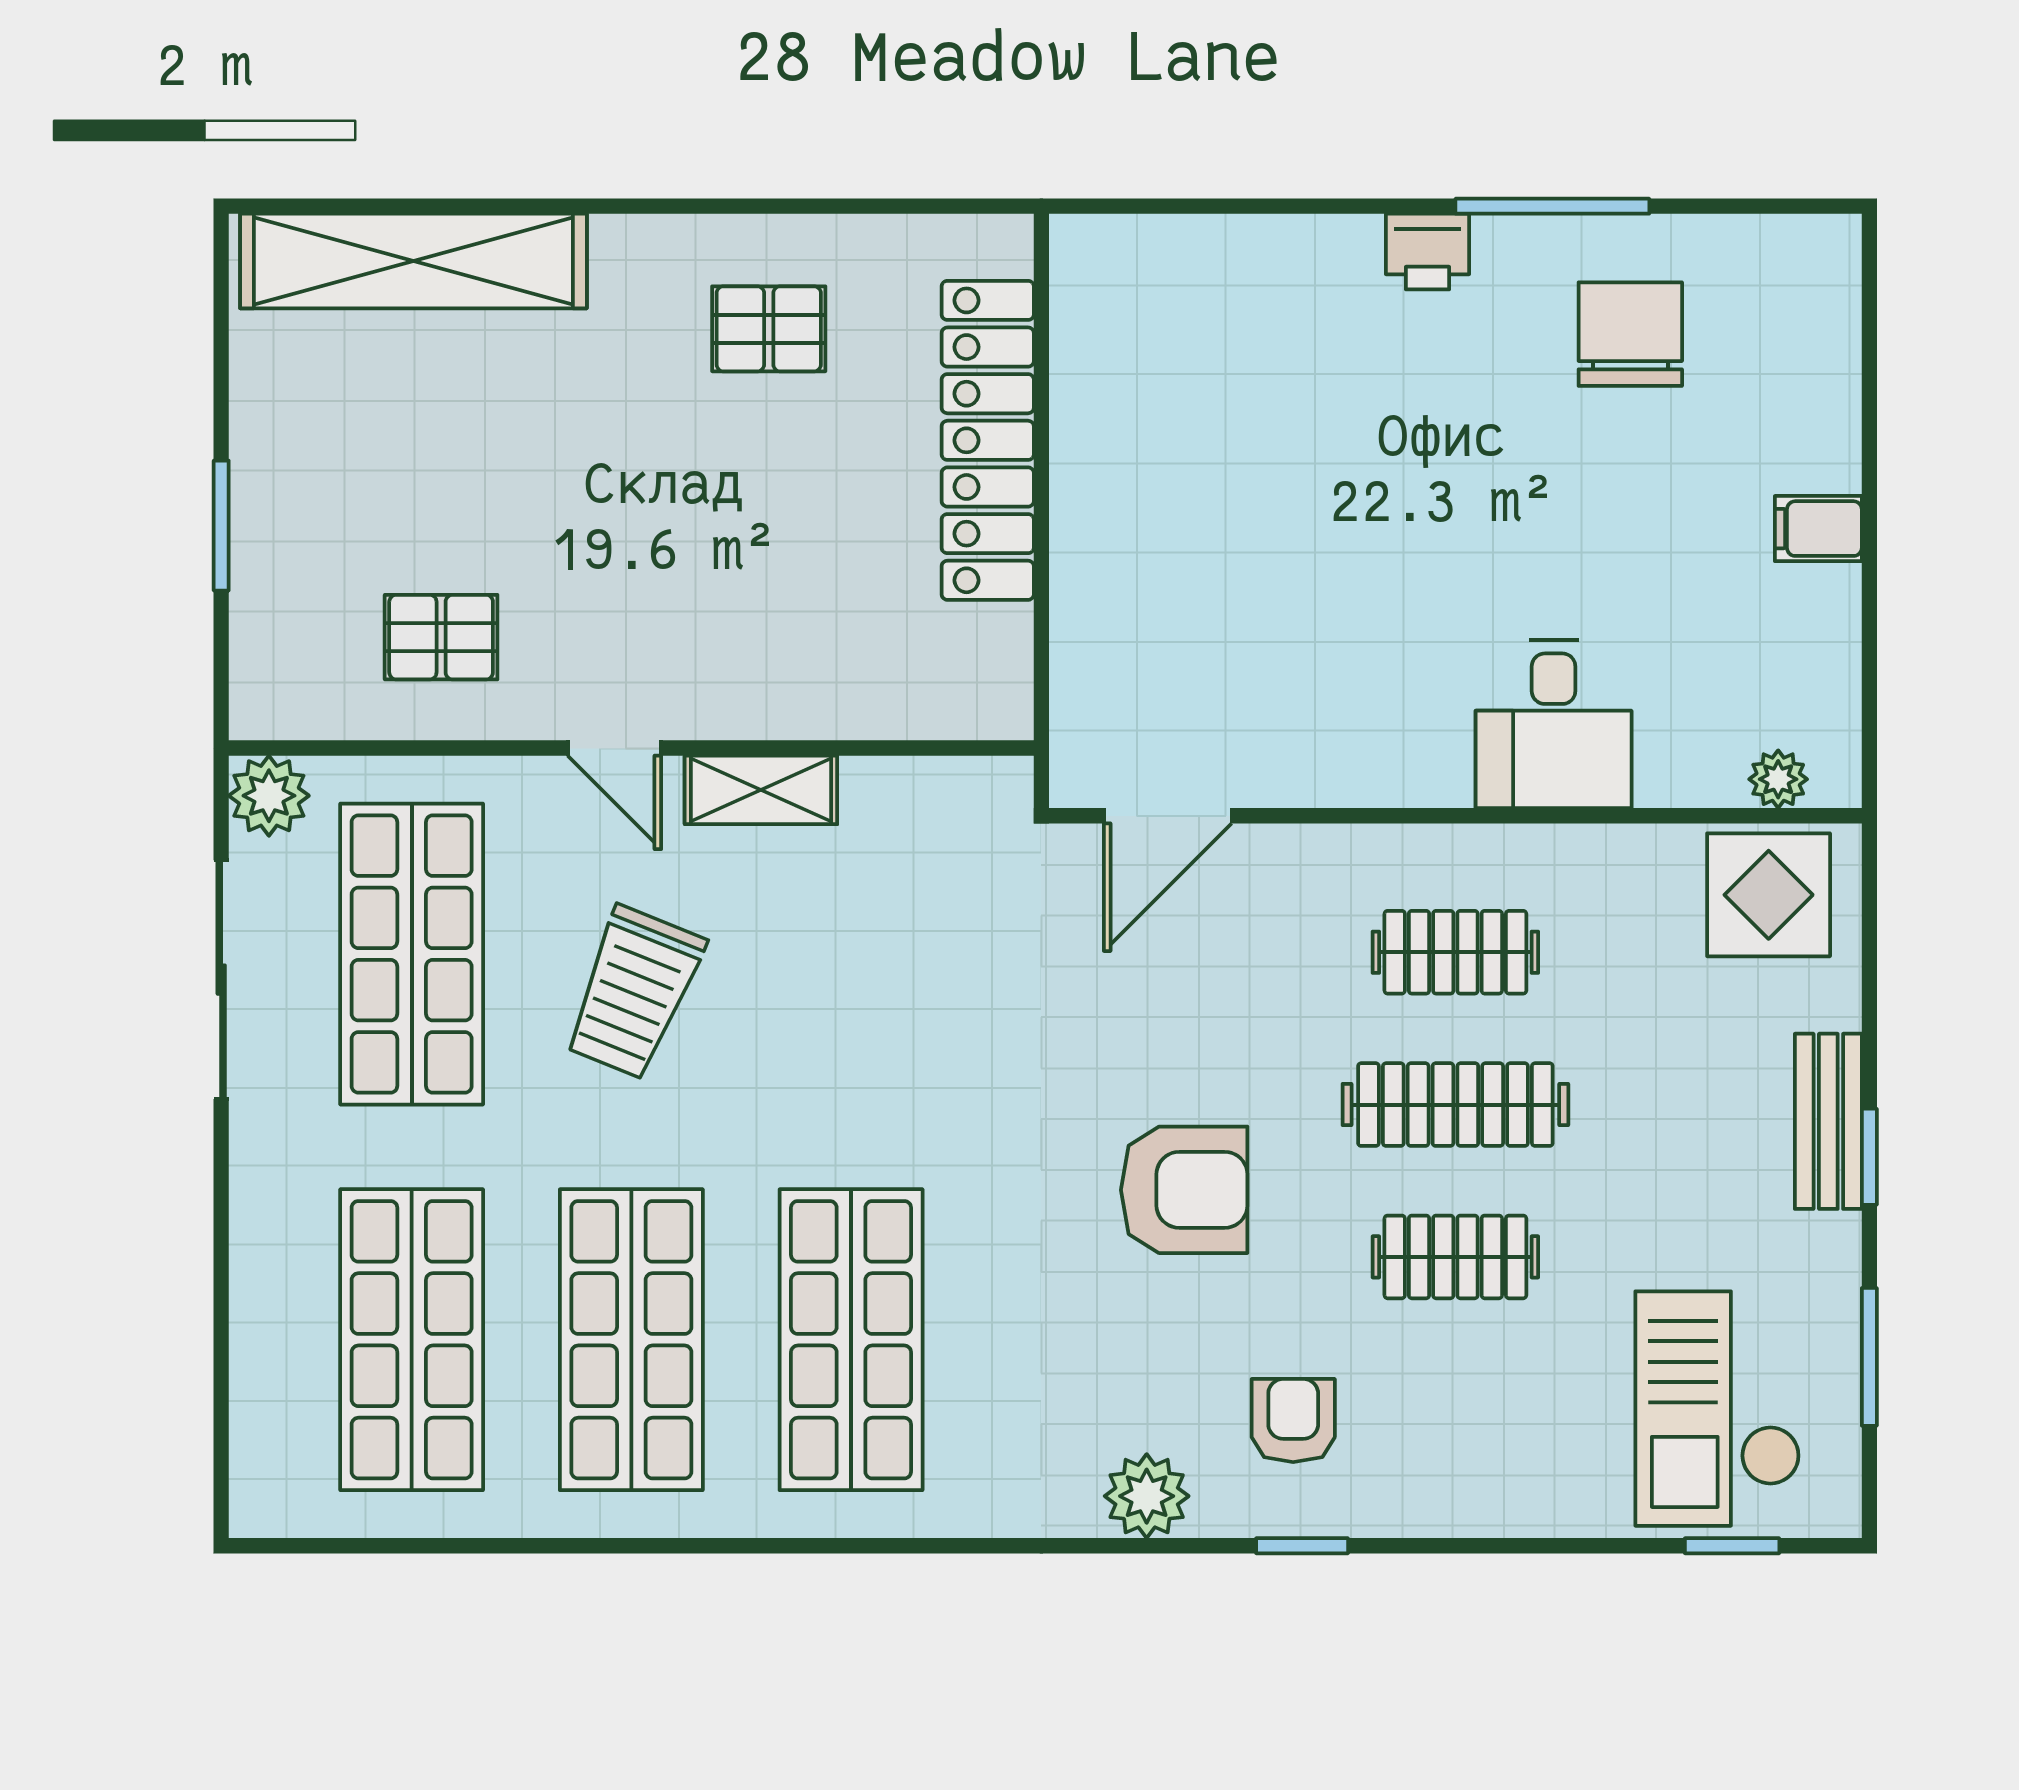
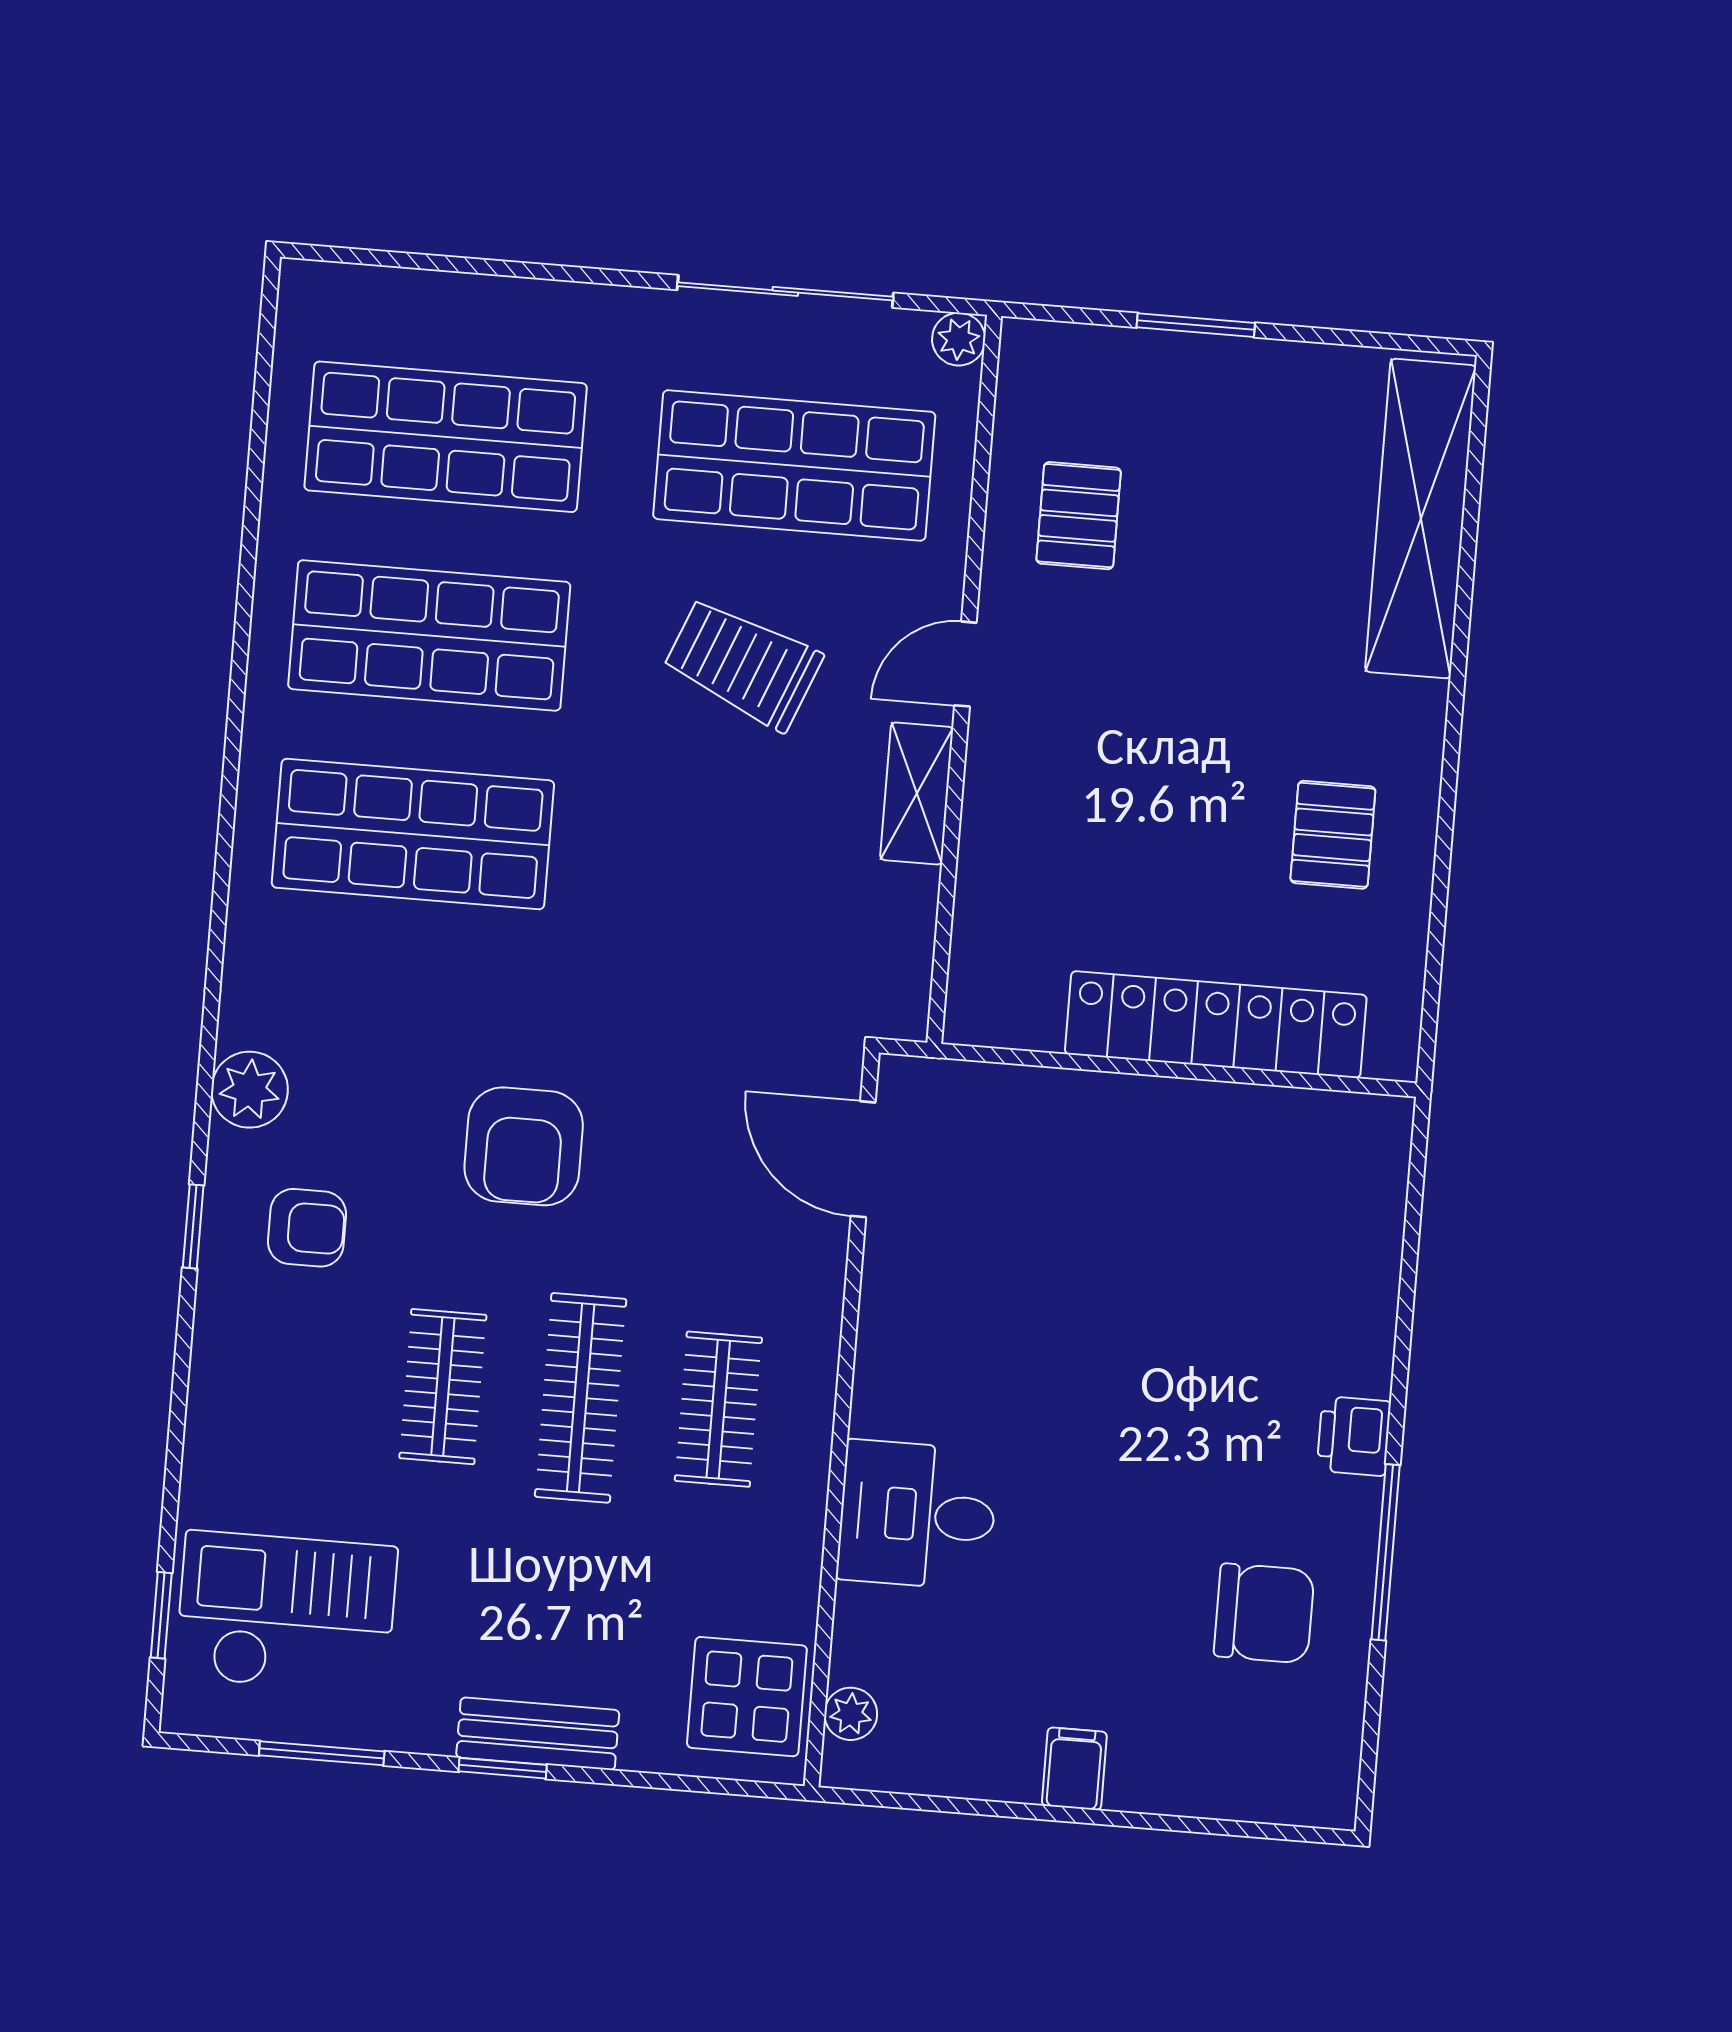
plant: (269, 796) -> (959, 339), width x0.73, depth x0.73

